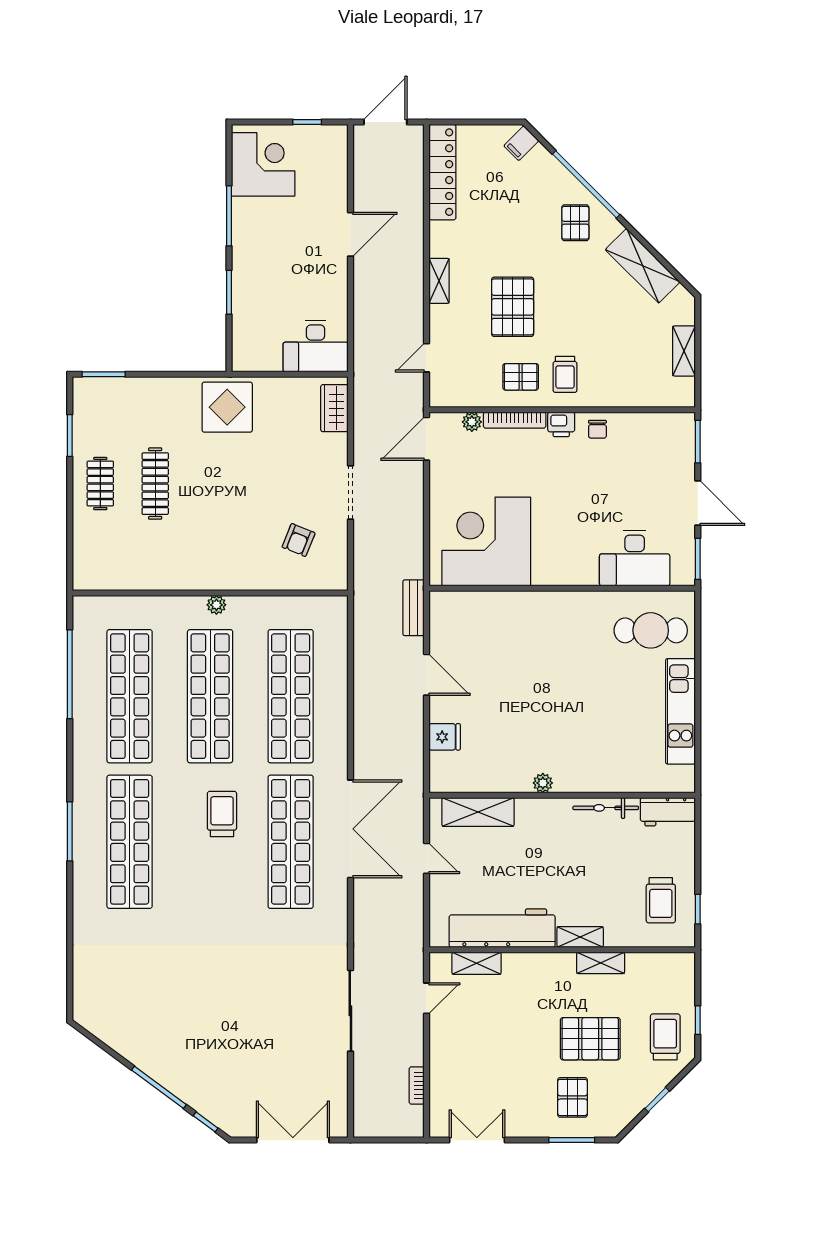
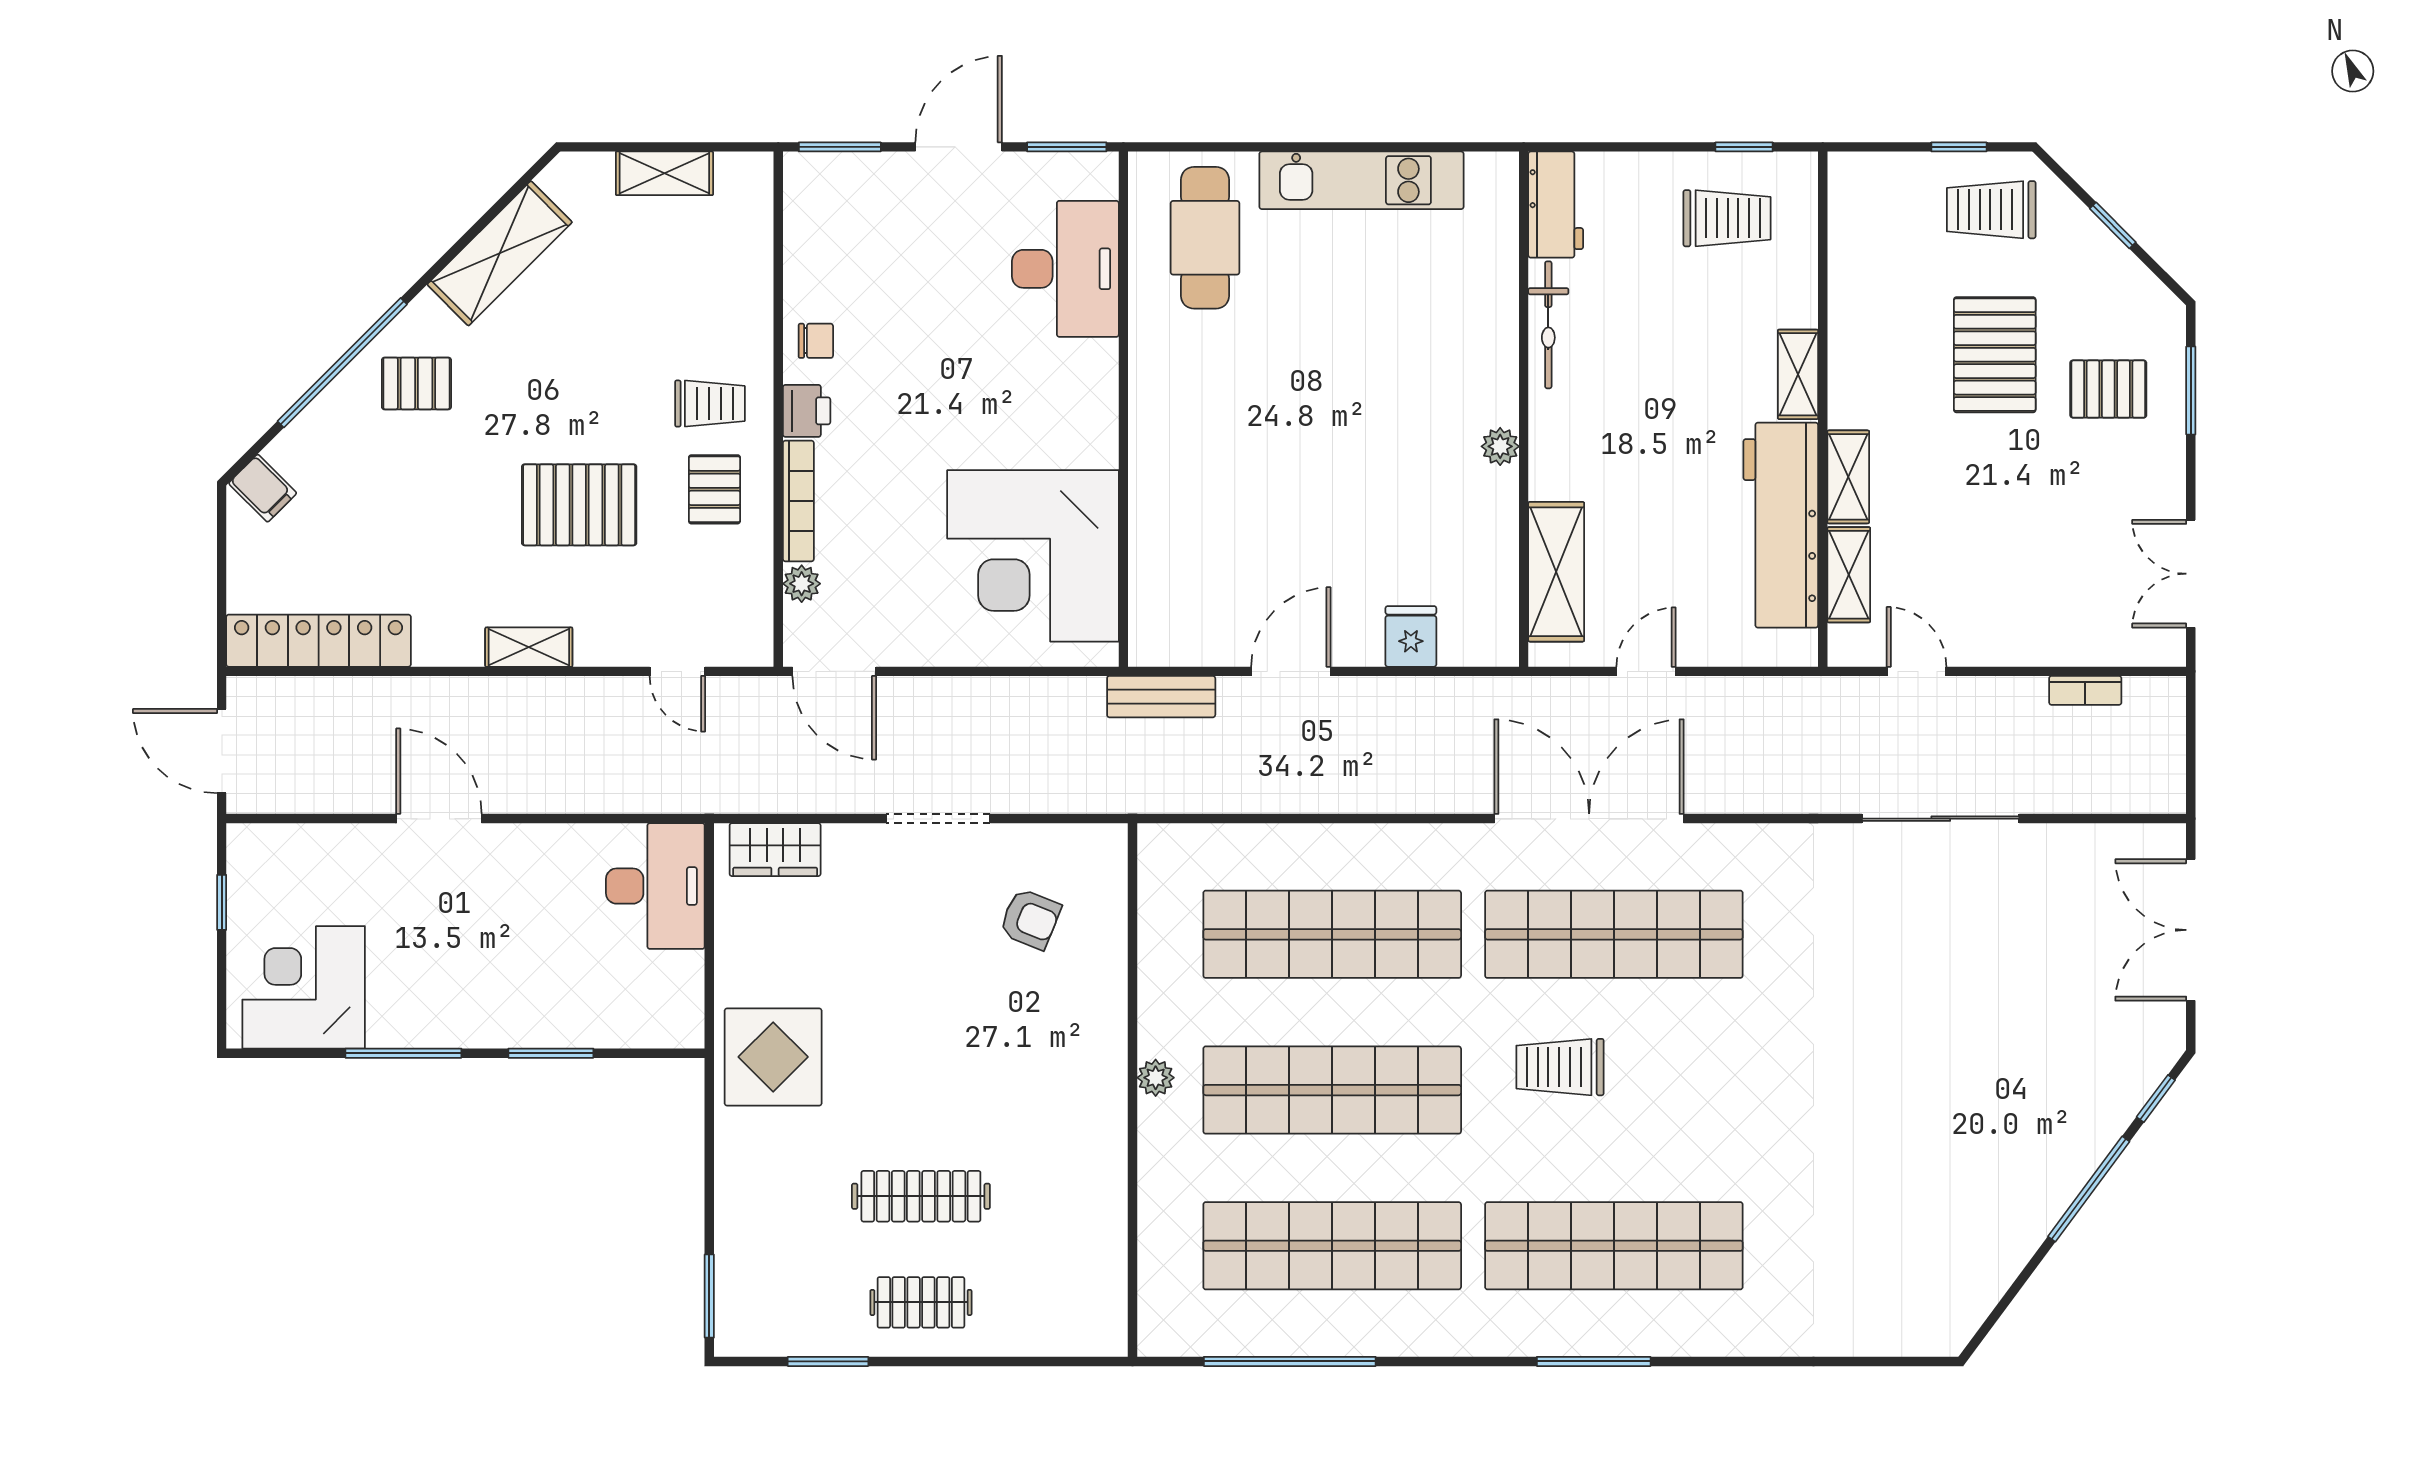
shelving: (601, 963) -> (1848, 477), moved

